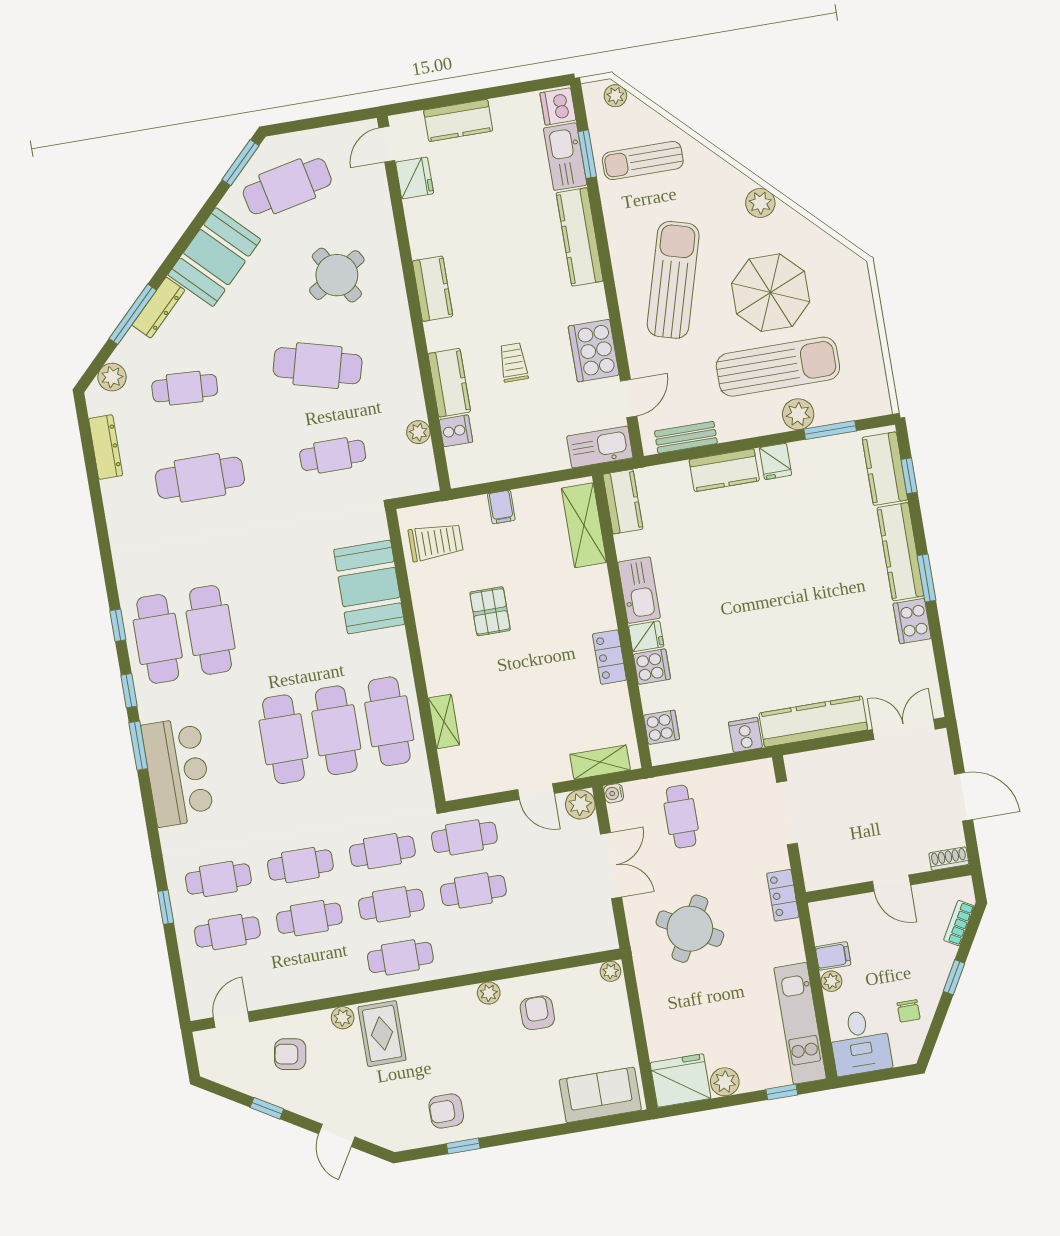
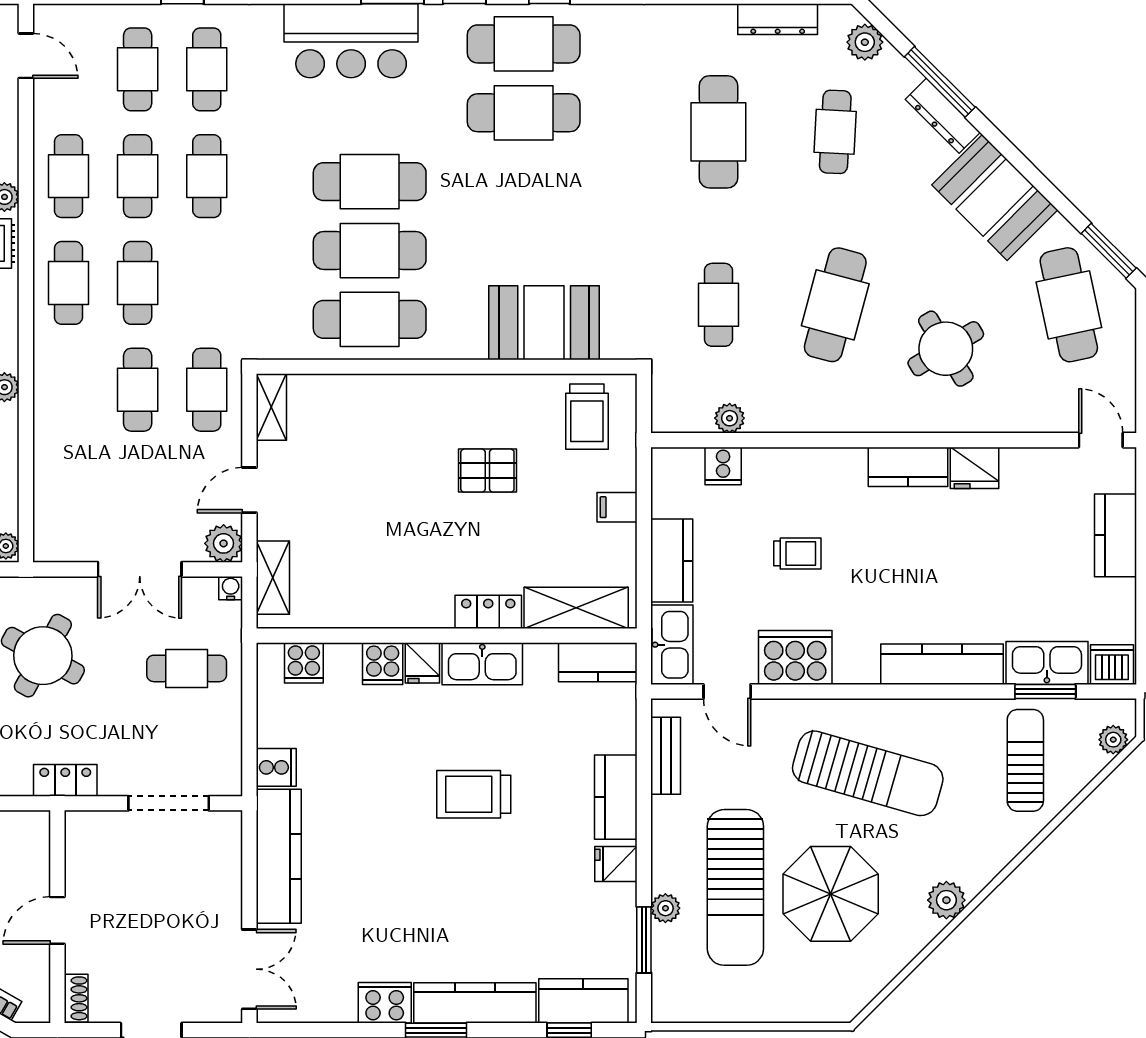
fridge: (415, 178) -> (975, 468), moved
kitchen counter: (449, 383) -> (672, 561), moved, turned -90
plant: (798, 414) -> (665, 908), width x0.73, depth x0.73
trolley: (740, 580) -> (474, 794), added
locker: (609, 657) -> (488, 612), moved
shelving: (444, 721) -> (271, 407), moved, turned 90
cafe table: (382, 851) -> (68, 176), moved

